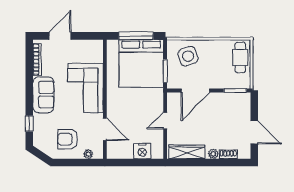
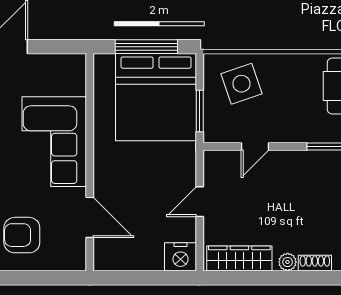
door: (195, 91) -> (255, 147), width x0.53
nightstand: (142, 151) -> (181, 257), moved
plant: (88, 154) -> (59, 263), removed

